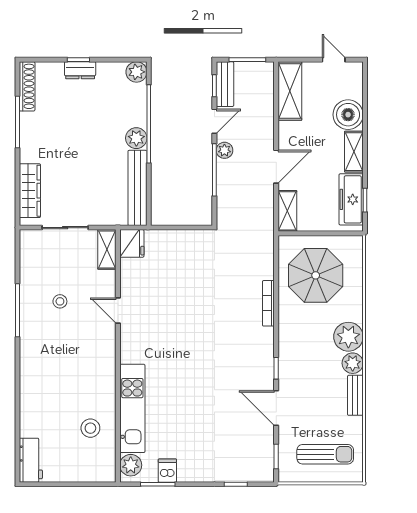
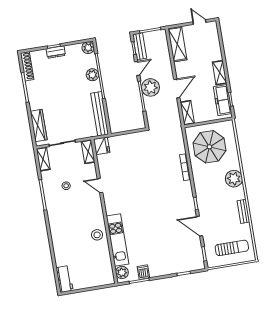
boiler: (348, 115) -> (213, 52), removed
plant: (136, 138) -> (92, 75), moved
plant: (224, 150) -> (150, 87), width x1.87, depth x1.87
shelving: (28, 249) -> (43, 159), added
plant: (353, 363) -> (239, 193), removed
stool: (90, 428) -> (97, 235), moved

